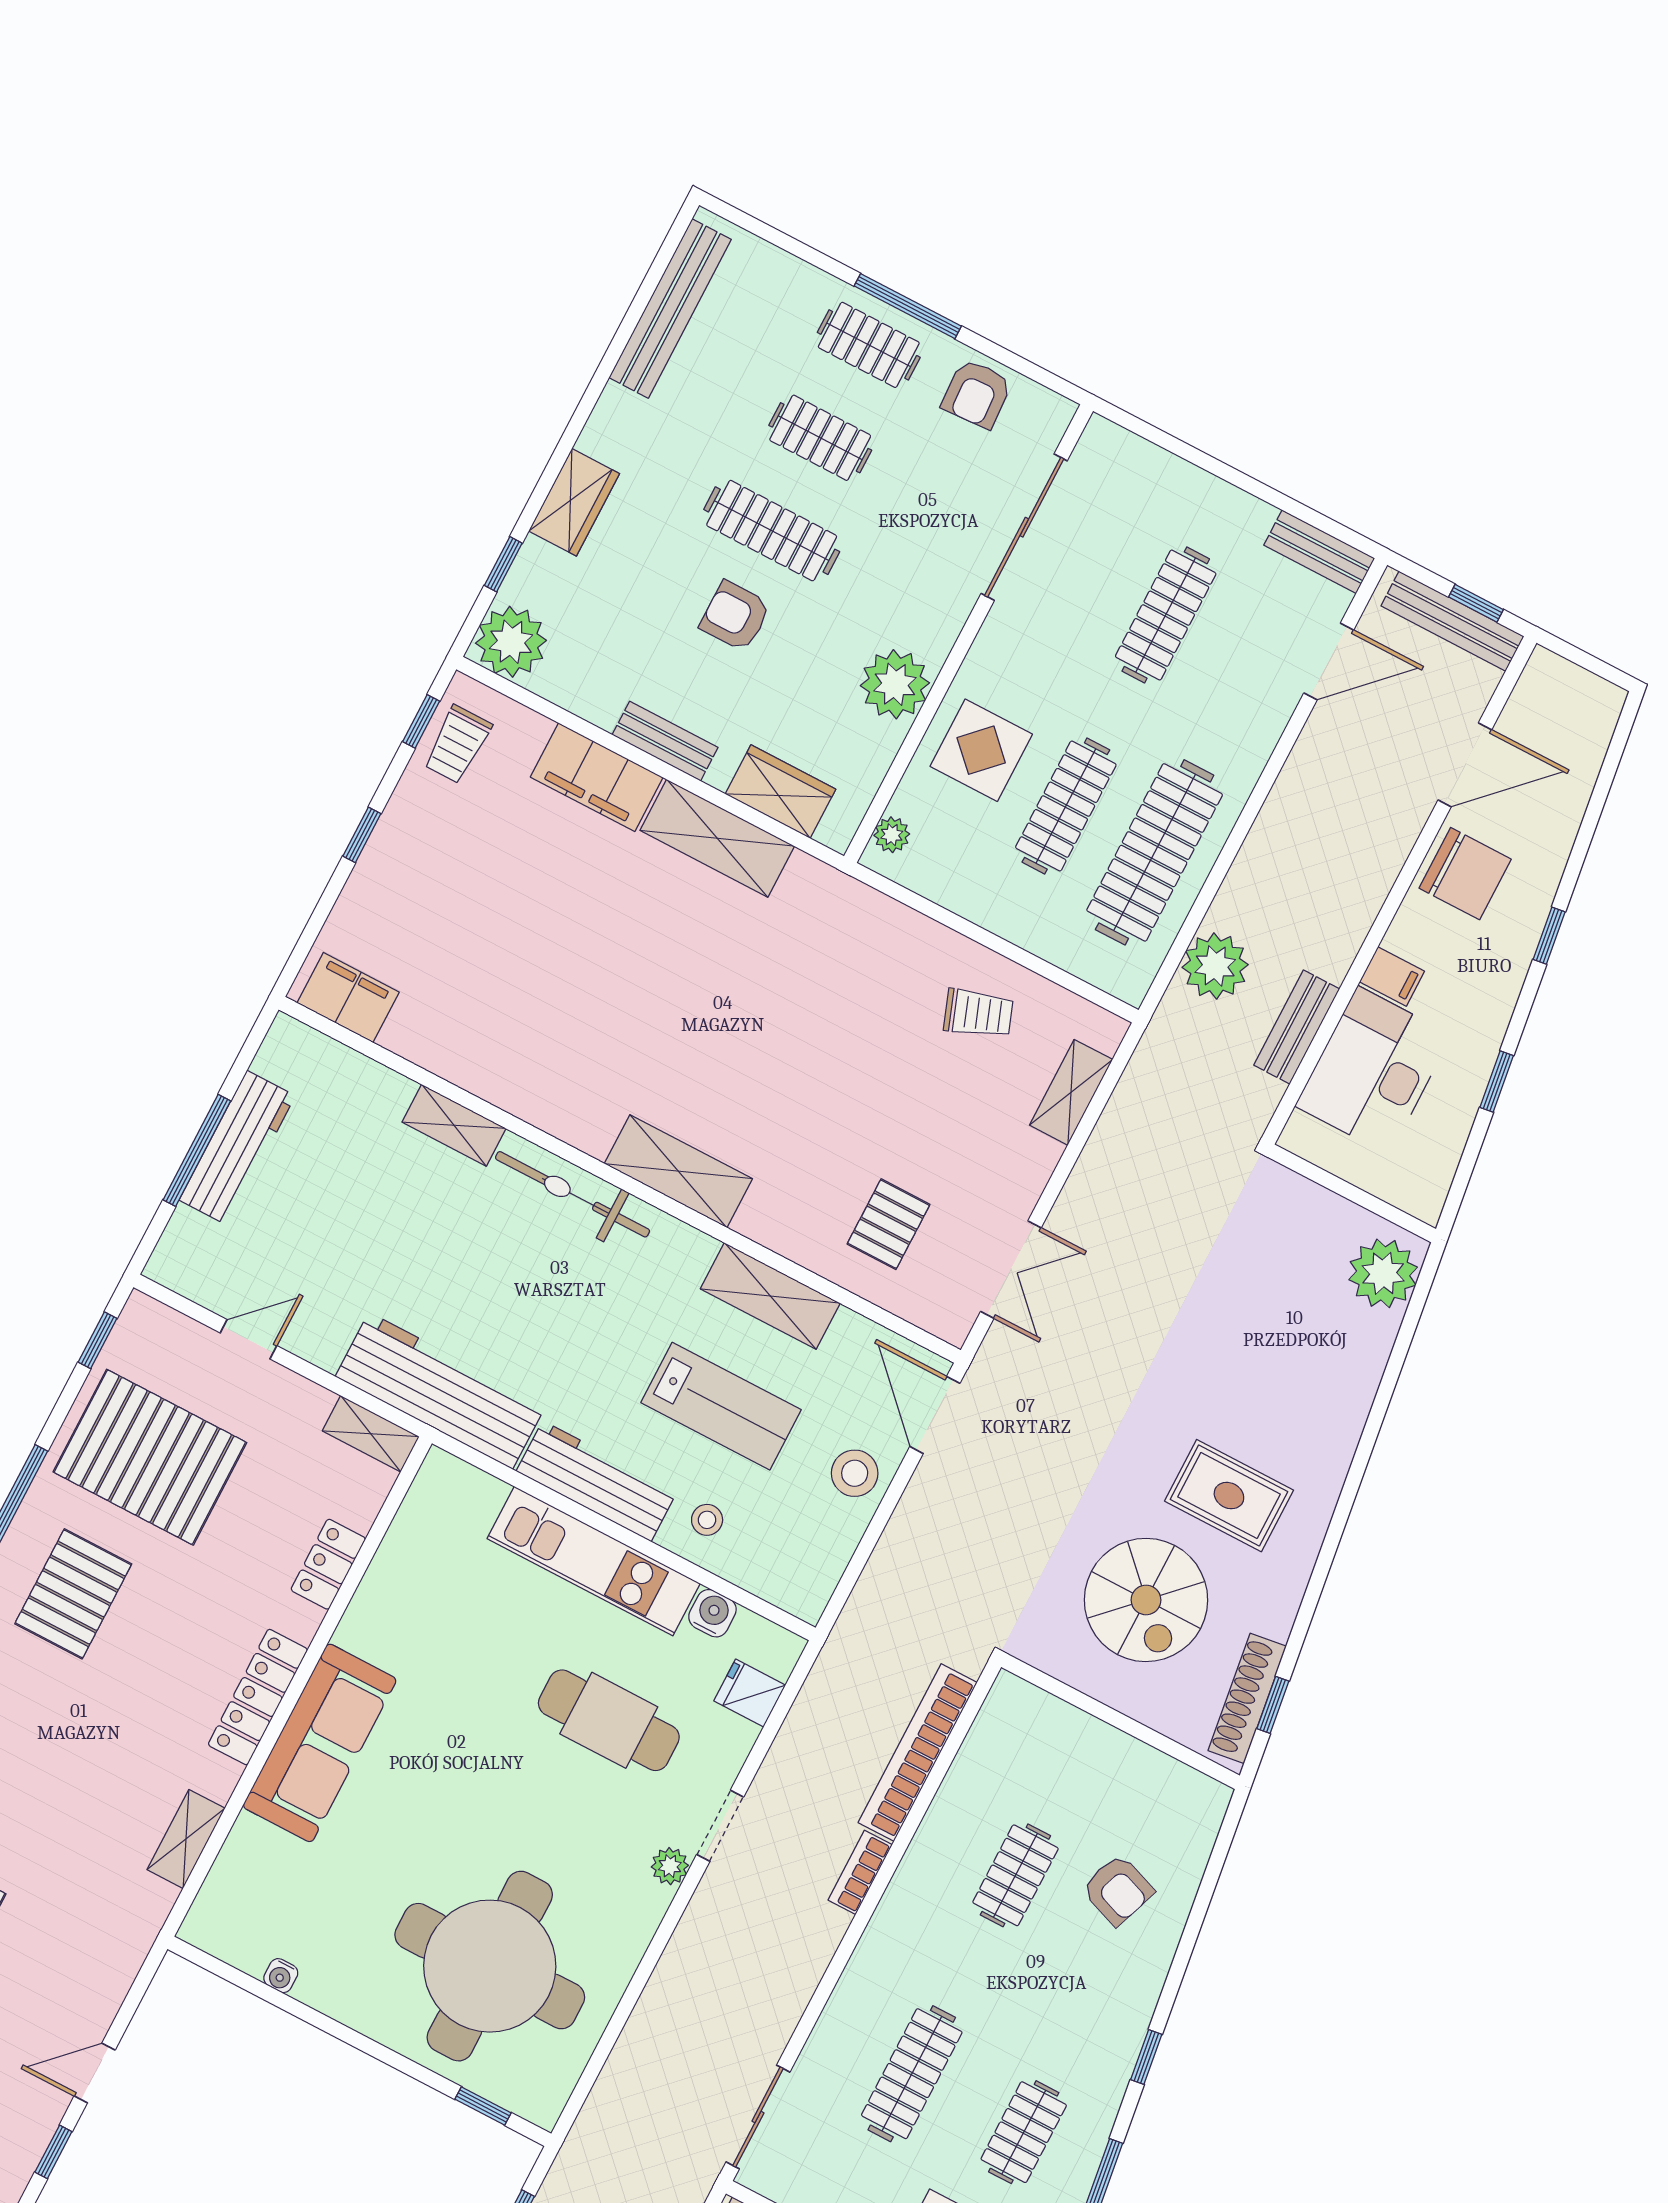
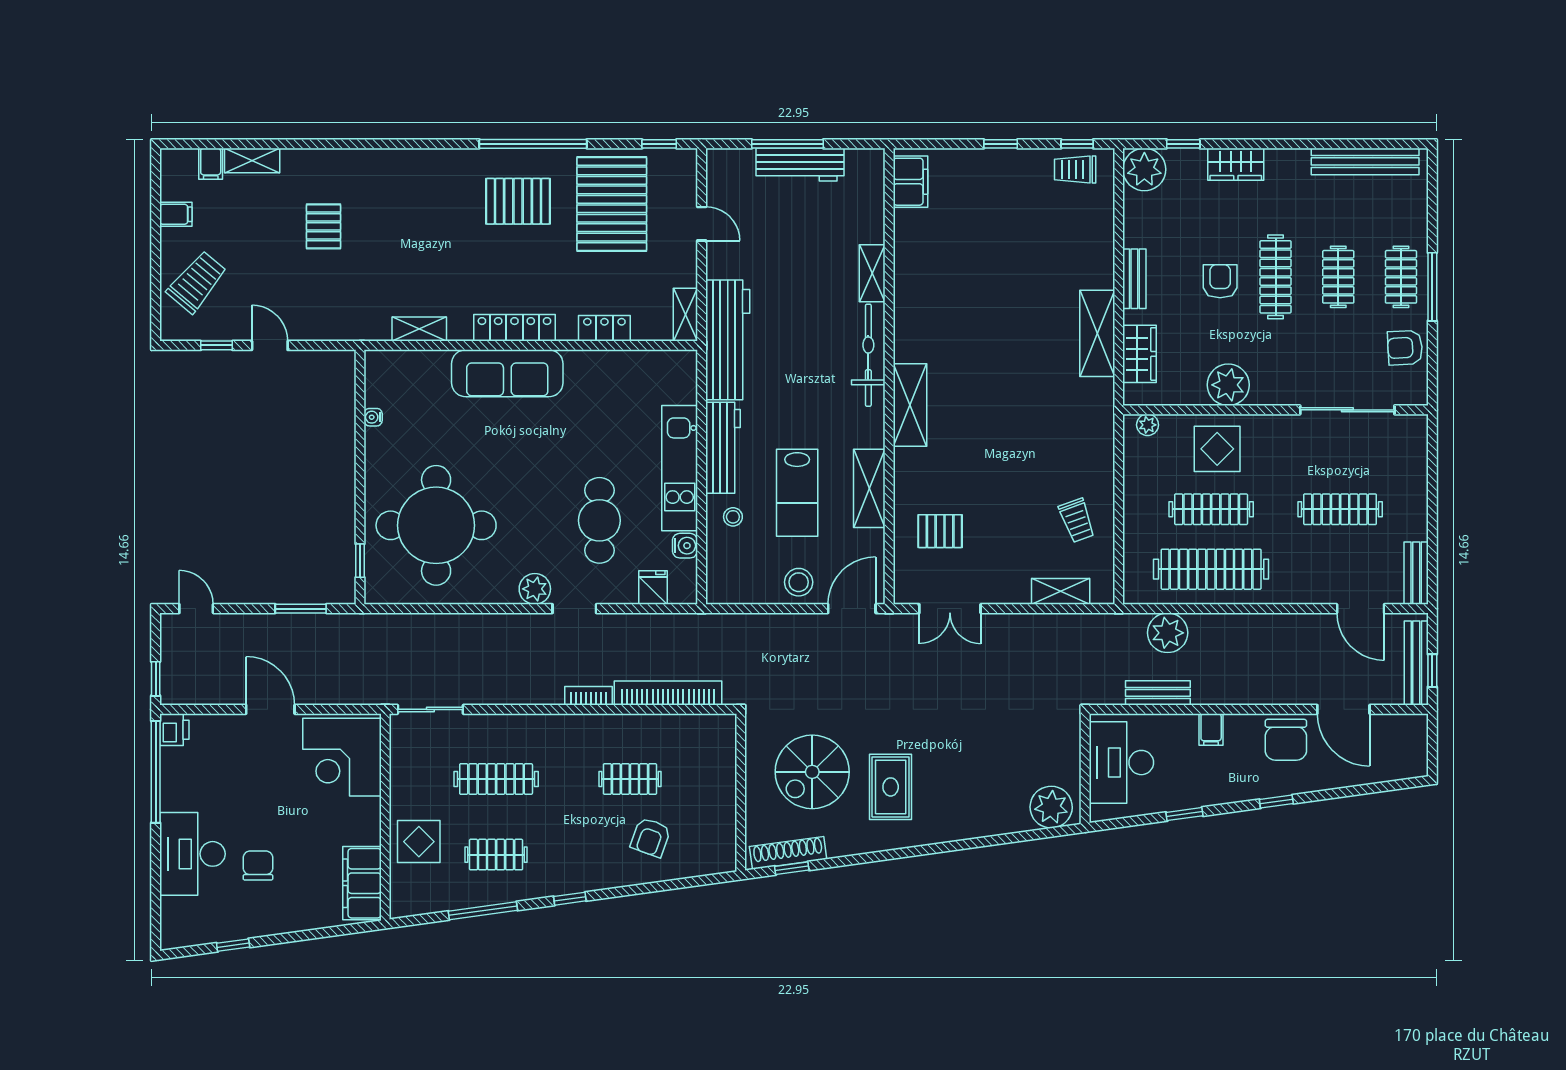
filing cabinet: (597, 777) -> (1096, 252), removed
desk: (1373, 1070) -> (1121, 763), moved, turned -90
plant: (670, 1866) -> (535, 589), width x1.38, depth x1.38

